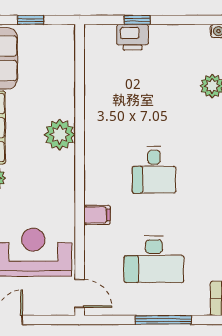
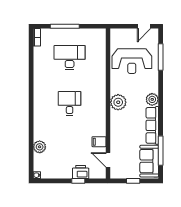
plant: (60, 135) -> (118, 102), moved
filing cabinet: (97, 215) -> (99, 142), moved
door: (80, 293) -> (108, 160), moved

